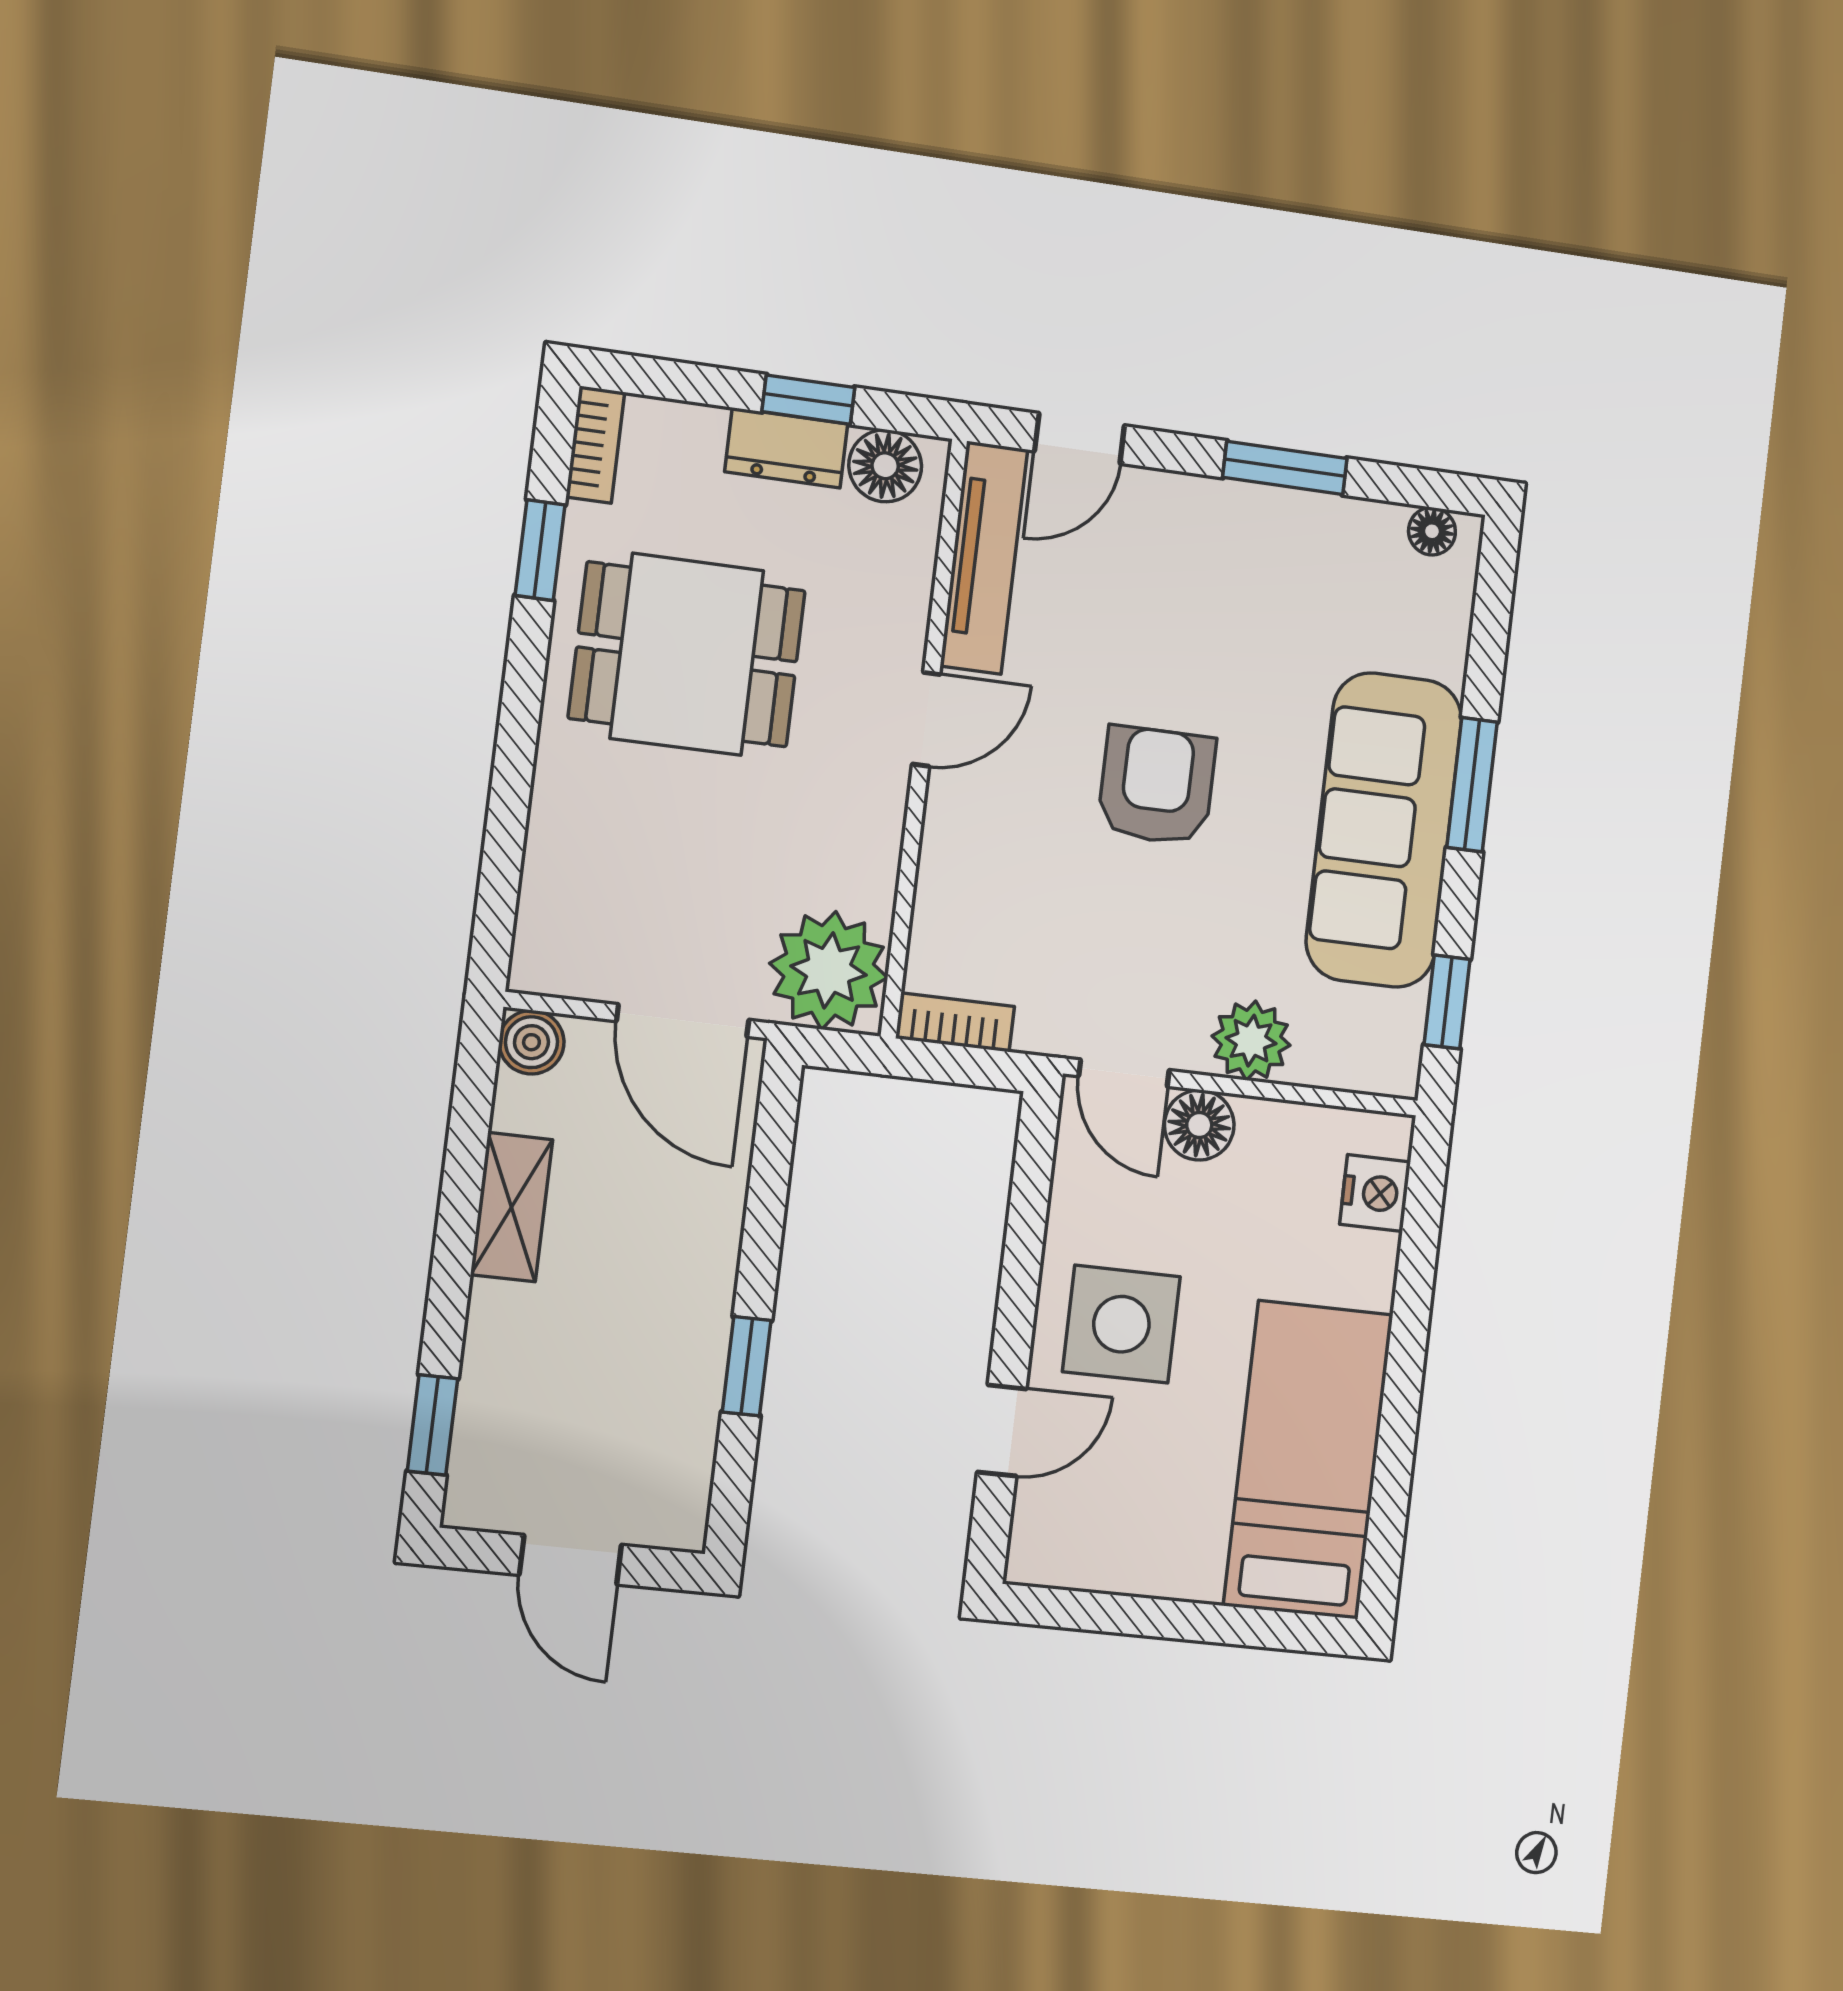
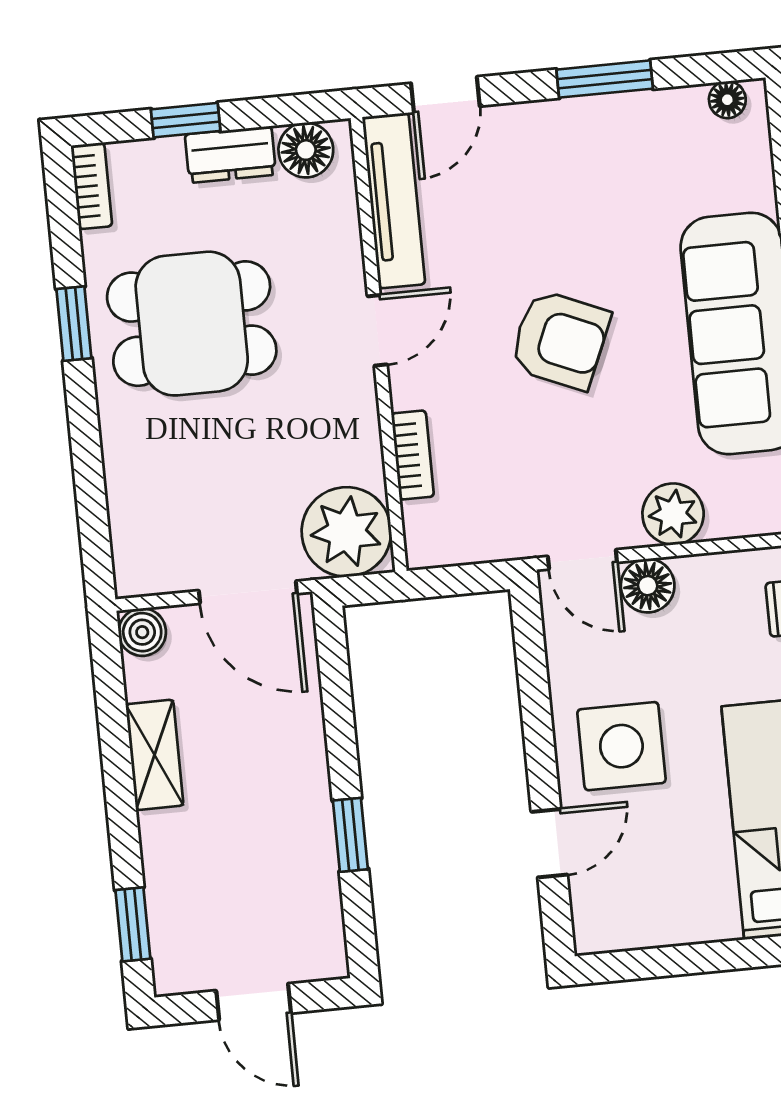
window: (808, 400) -> (186, 120), moved
window: (540, 550) -> (74, 324), moved
armchair: (1157, 786) -> (560, 340), turned 113
bookcase: (955, 1022) -> (413, 455), moved, turned 90

